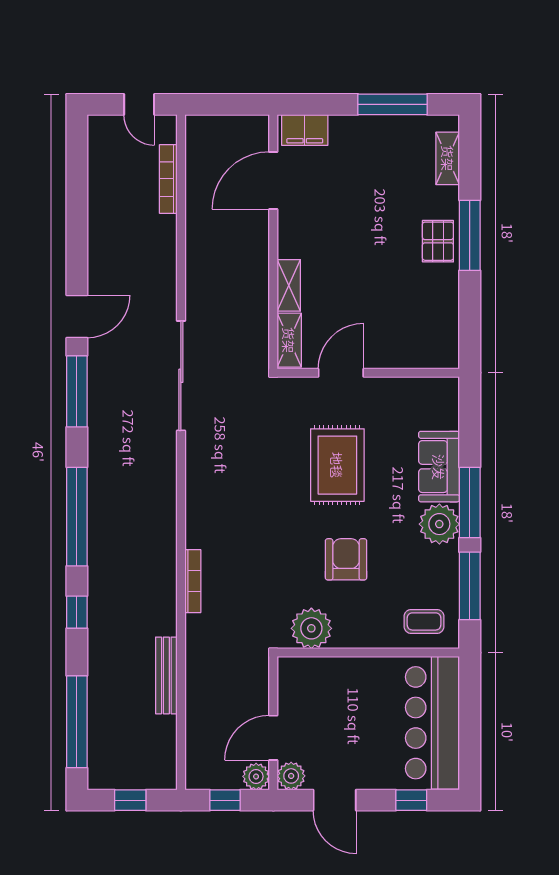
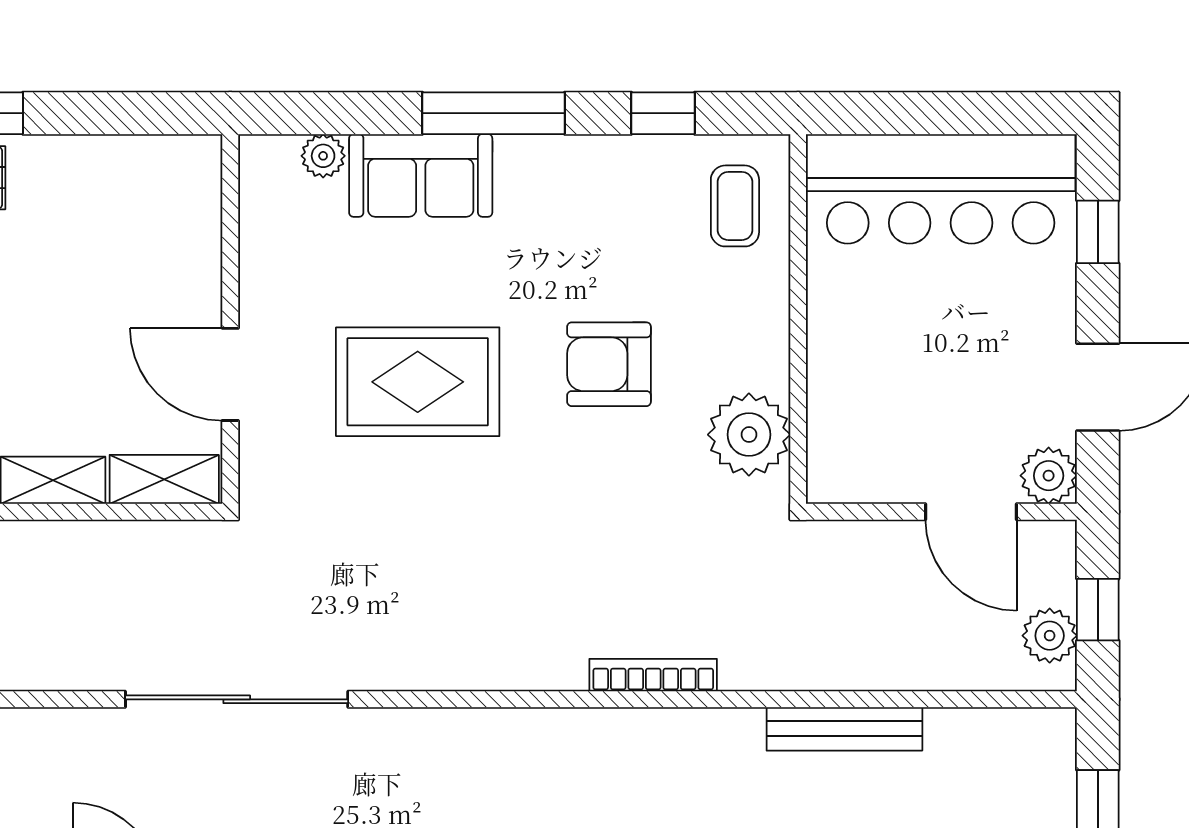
plant: (439, 524) -> (323, 156), moved, width x0.53, depth x0.53
window: (470, 586) -> (663, 113), width x0.46
plant: (256, 776) -> (1050, 636), moved

